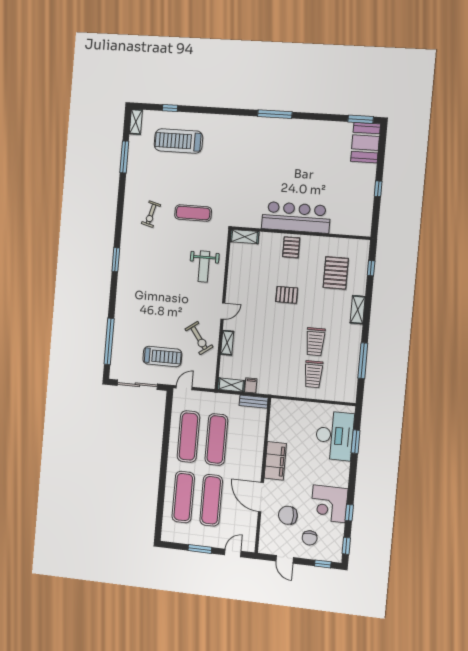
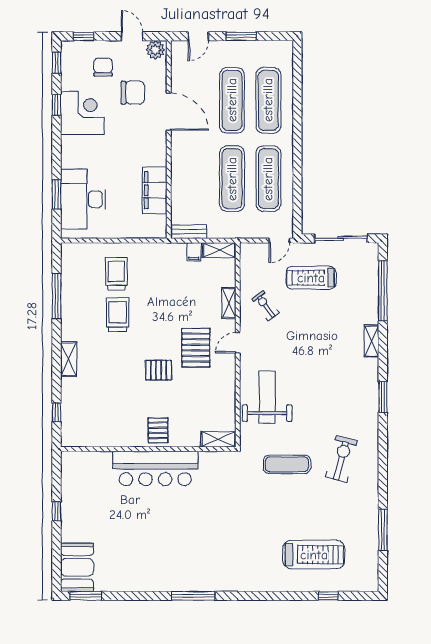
shelving: (136, 122) -> (371, 341), moved
exercise bike: (151, 214) -> (341, 459), width x1.38, depth x1.39
weight bench: (204, 267) -> (267, 397), width x1.36, depth x1.33
pallet: (336, 273) -> (196, 348), moved
exercise bike: (199, 338) -> (266, 306), width x0.73, depth x0.72
filing cabinet: (275, 461) -> (155, 190), moved
plant: (267, 547) -> (155, 50), added

